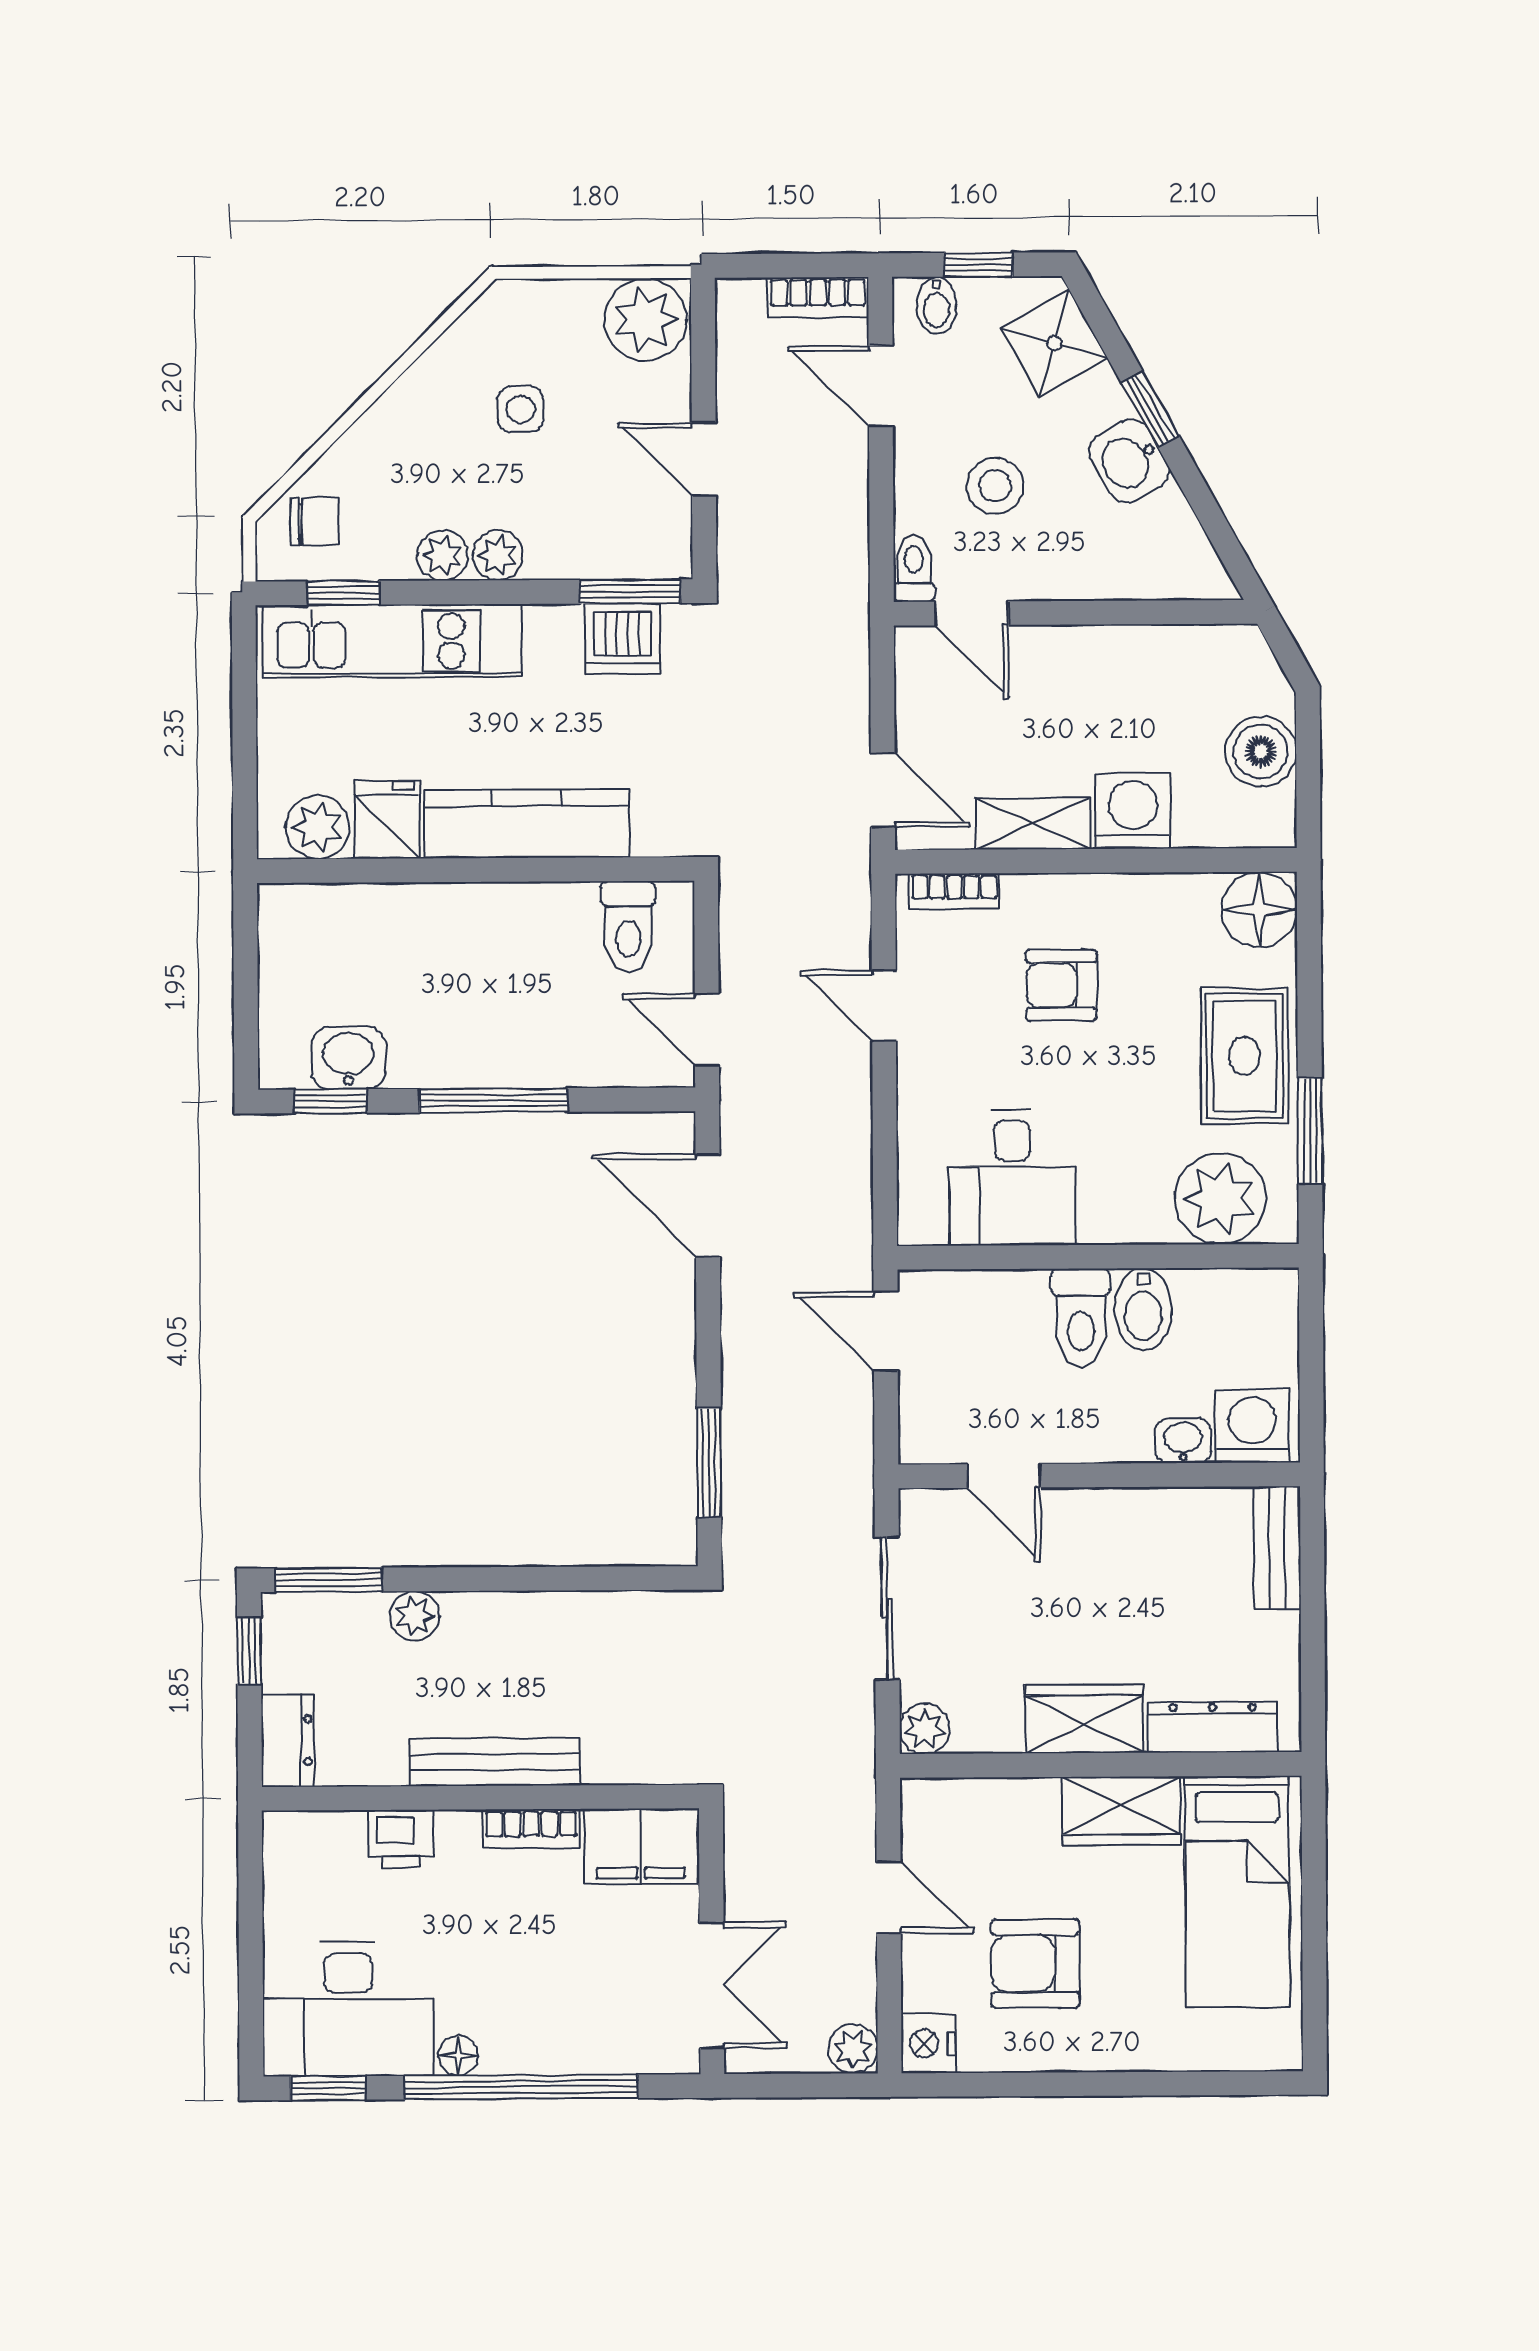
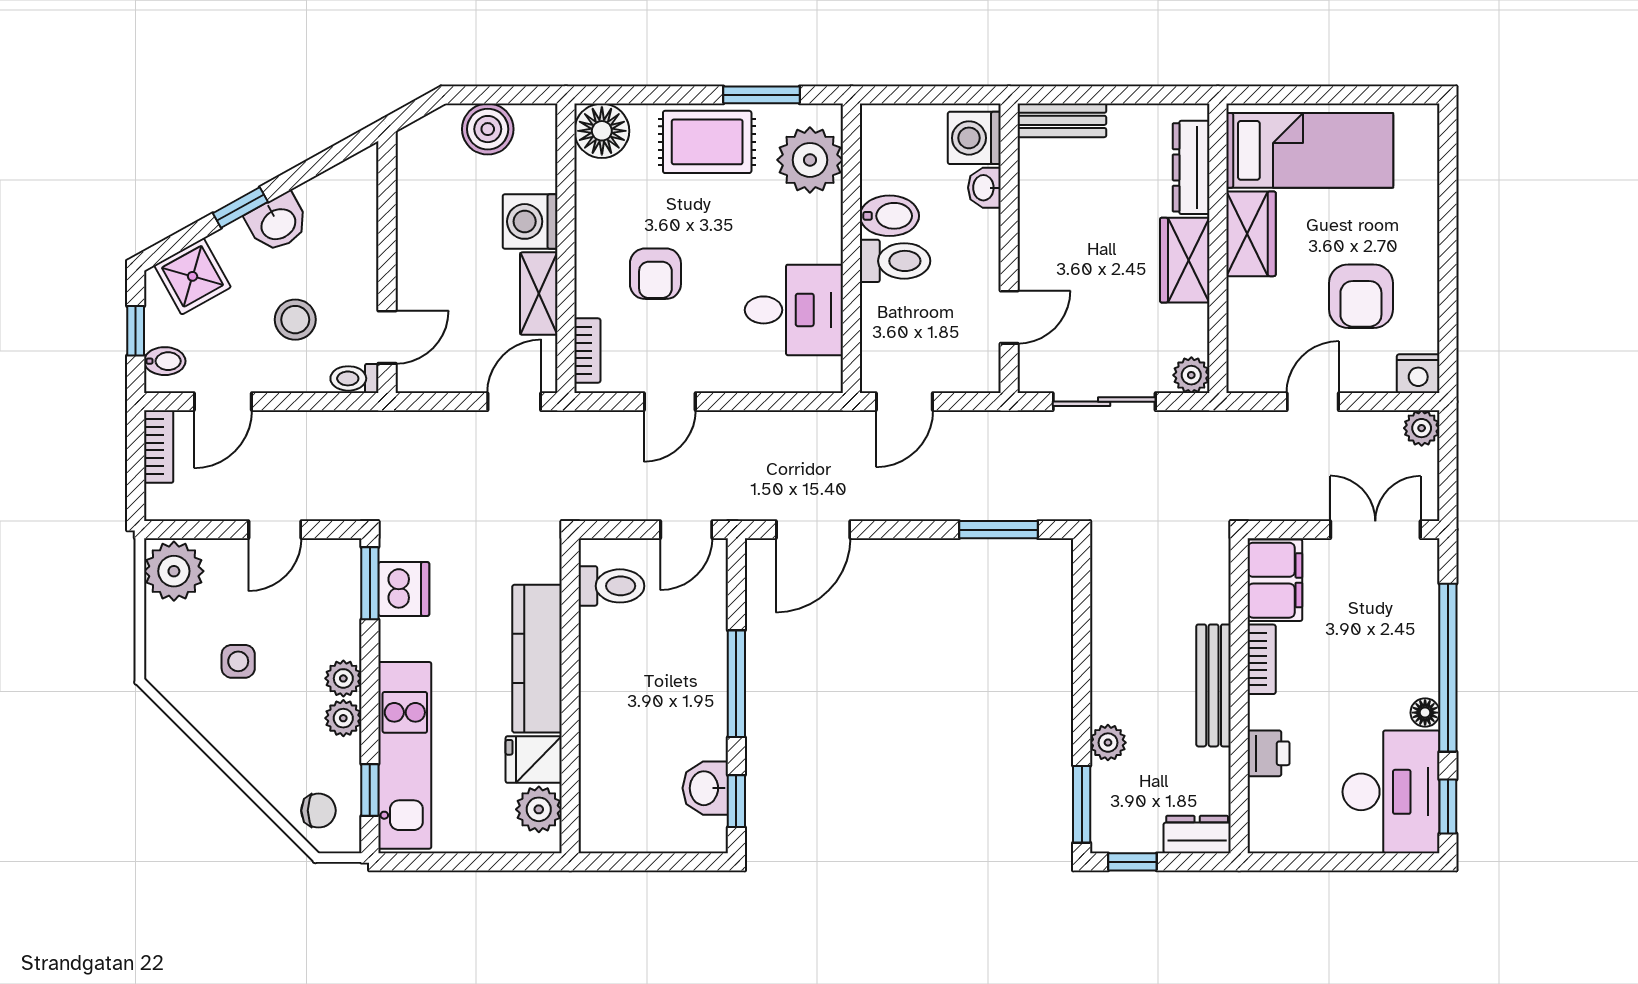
chair: (314, 522) -> (318, 811), turned 90

